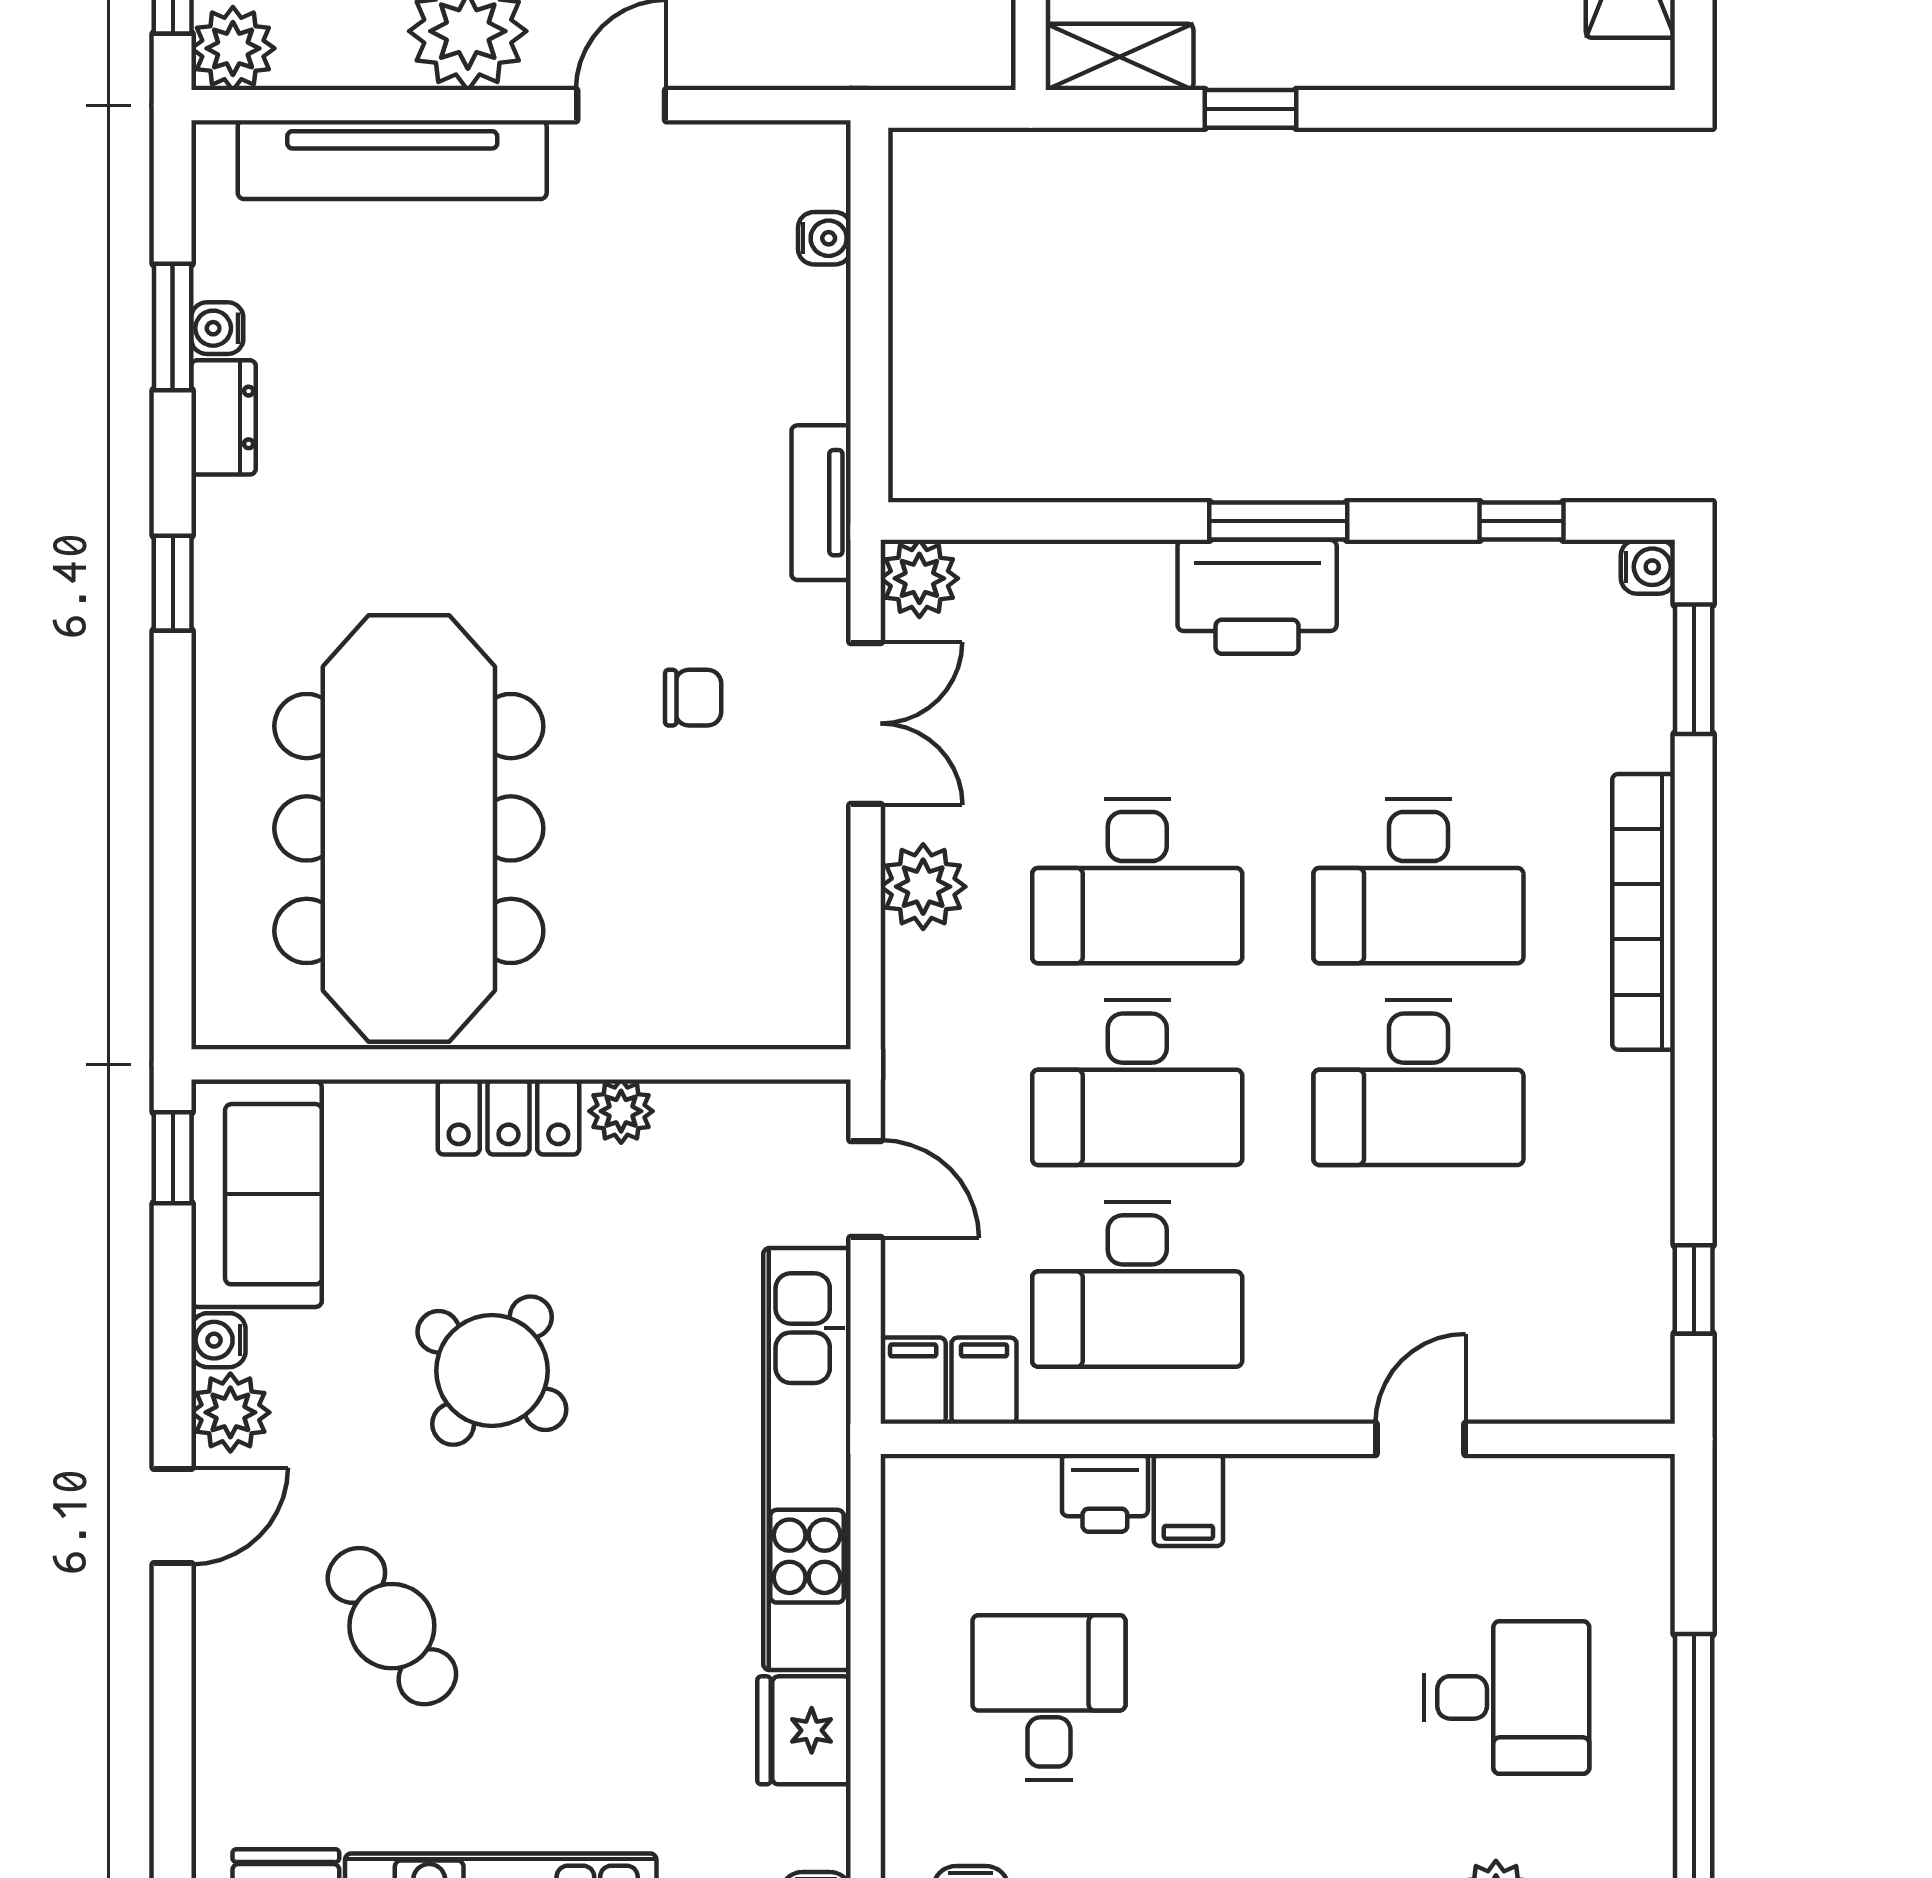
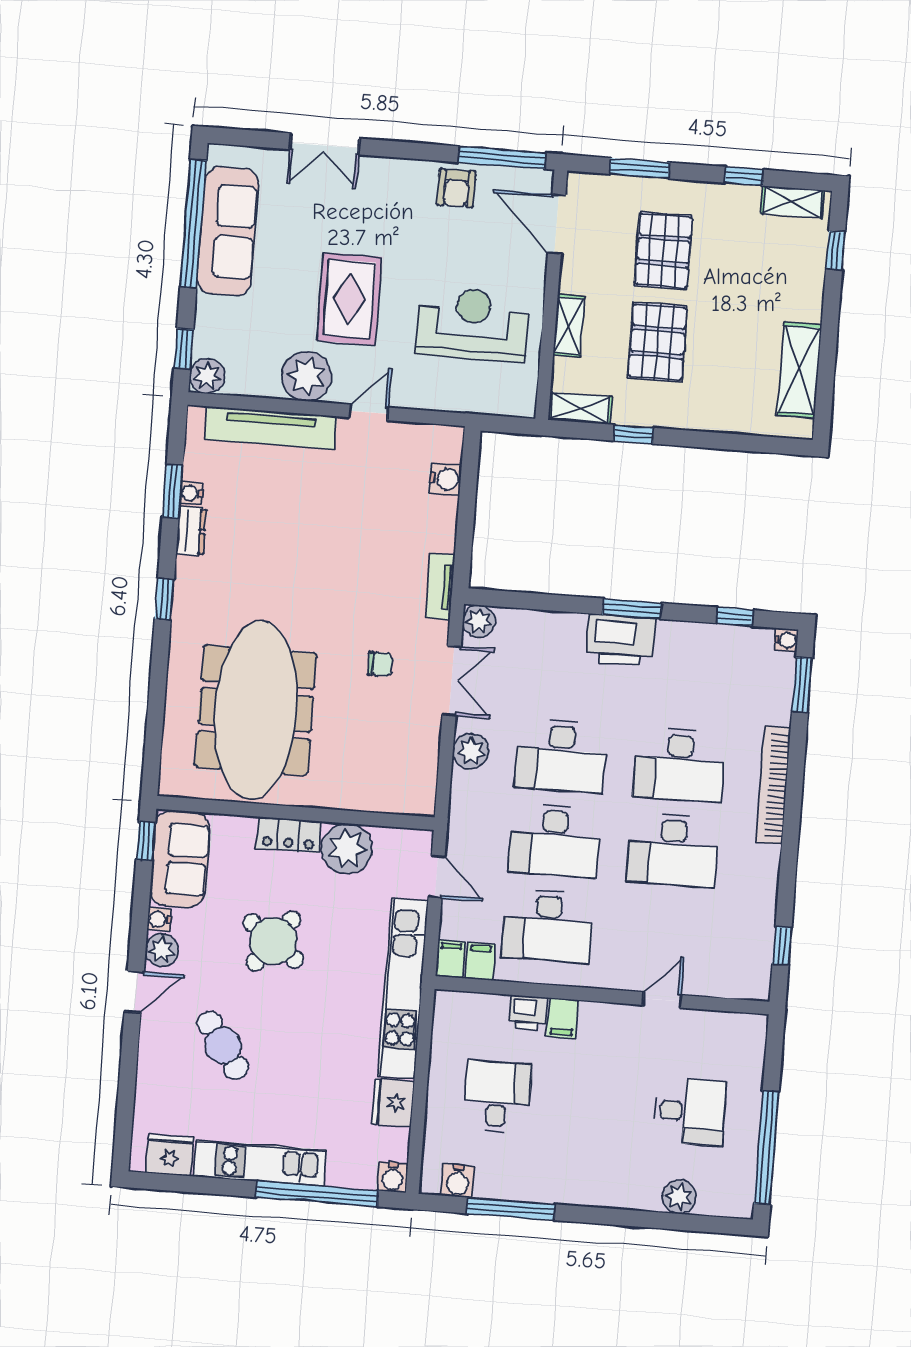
water cooler: (824, 238) -> (445, 479), width x1.38, depth x1.38
plant: (621, 1111) -> (347, 849), width x1.88, depth x1.88

